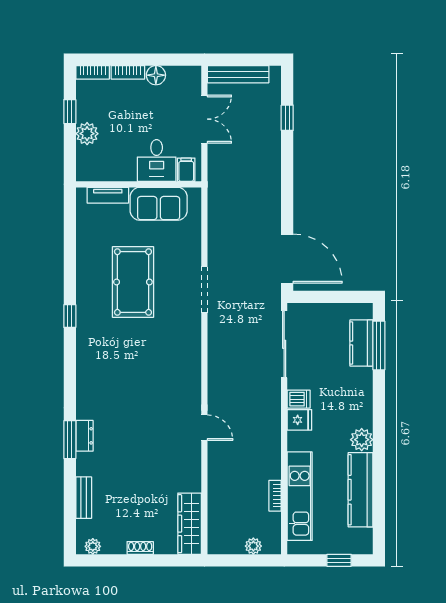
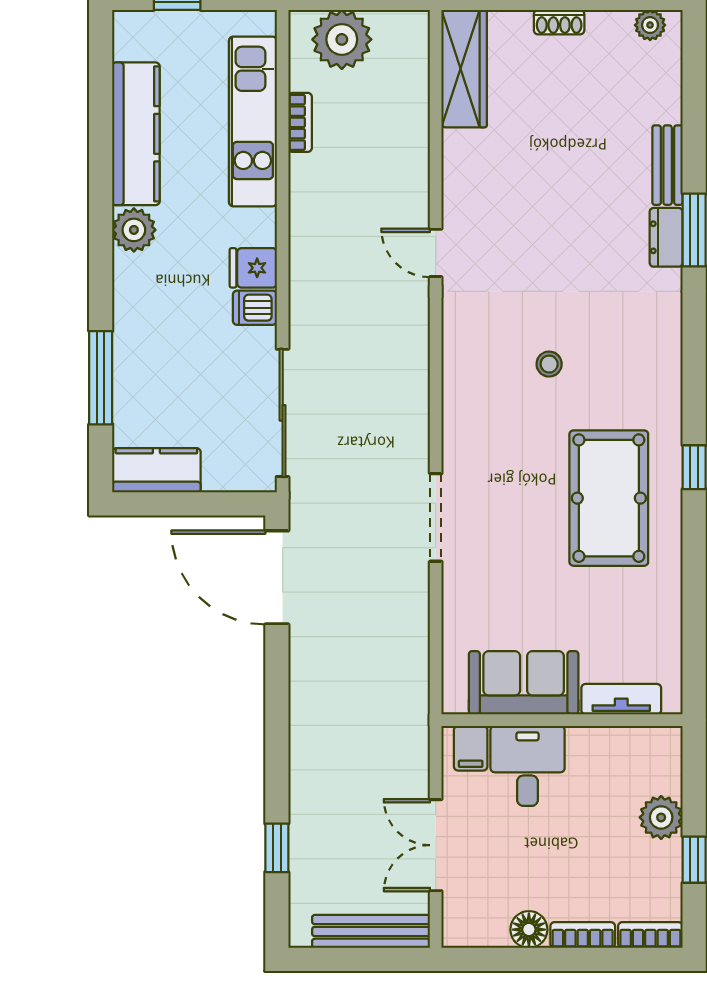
pool table: (133, 282) -> (609, 498), moved
kitchen counter: (361, 343) -> (156, 470), moved, turned -90
window: (379, 345) -> (101, 378), moved
stool: (145, 370) -> (549, 364), added
bench: (84, 498) -> (668, 165), moved
plant: (253, 546) -> (342, 39), width x1.87, depth x1.87

